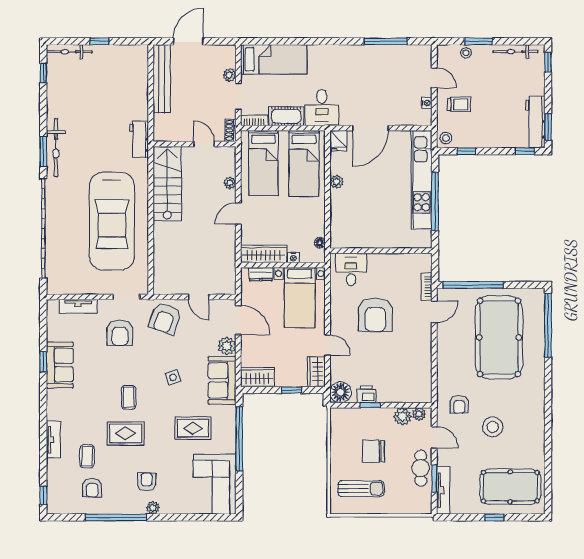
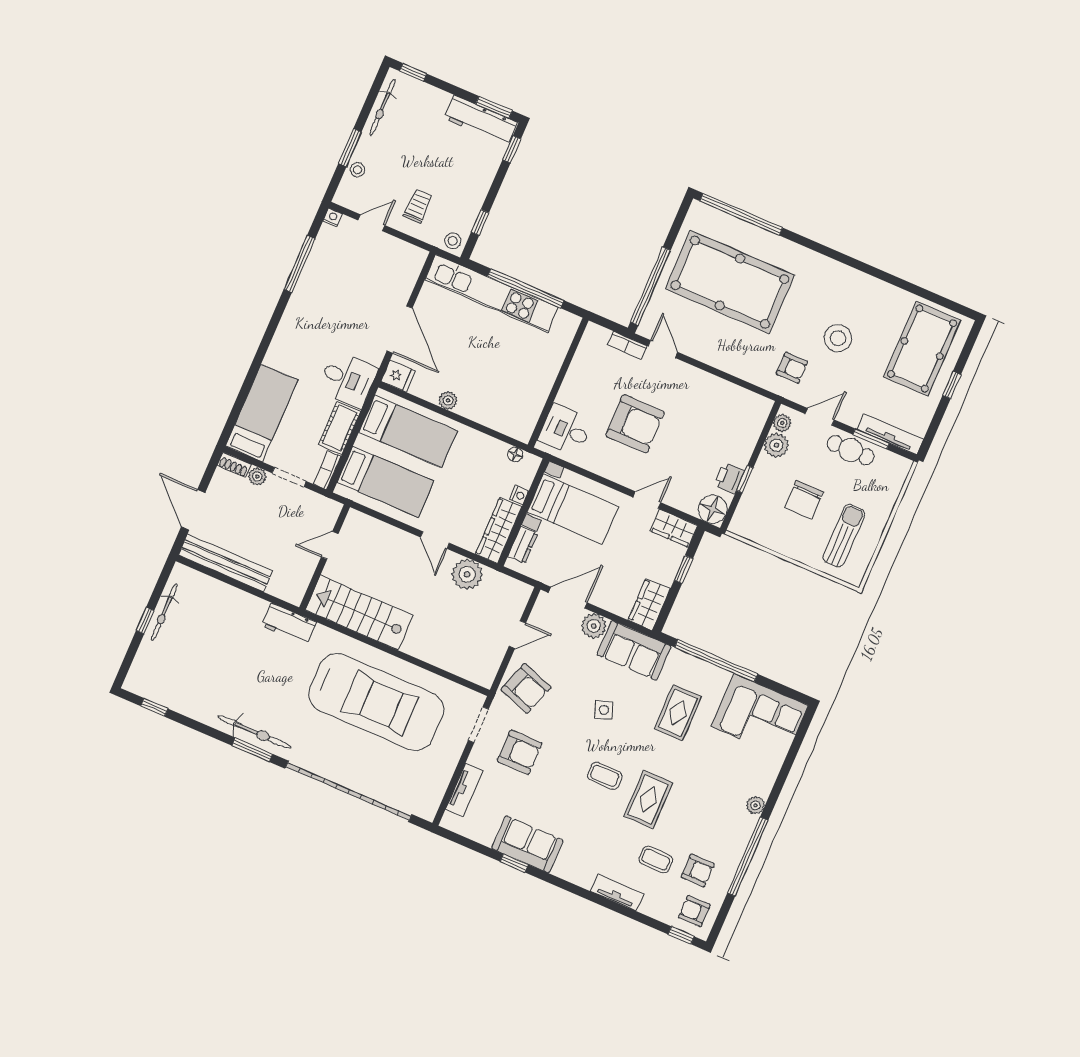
bicycle: (69, 52) -> (164, 612), moved
nightstand: (427, 103) -> (333, 217), moved
shoe rack: (230, 130) -> (234, 465), moved
plant: (230, 183) -> (467, 574), moved, width x1.87, depth x1.87
armchair: (147, 482) -> (694, 911), moved

